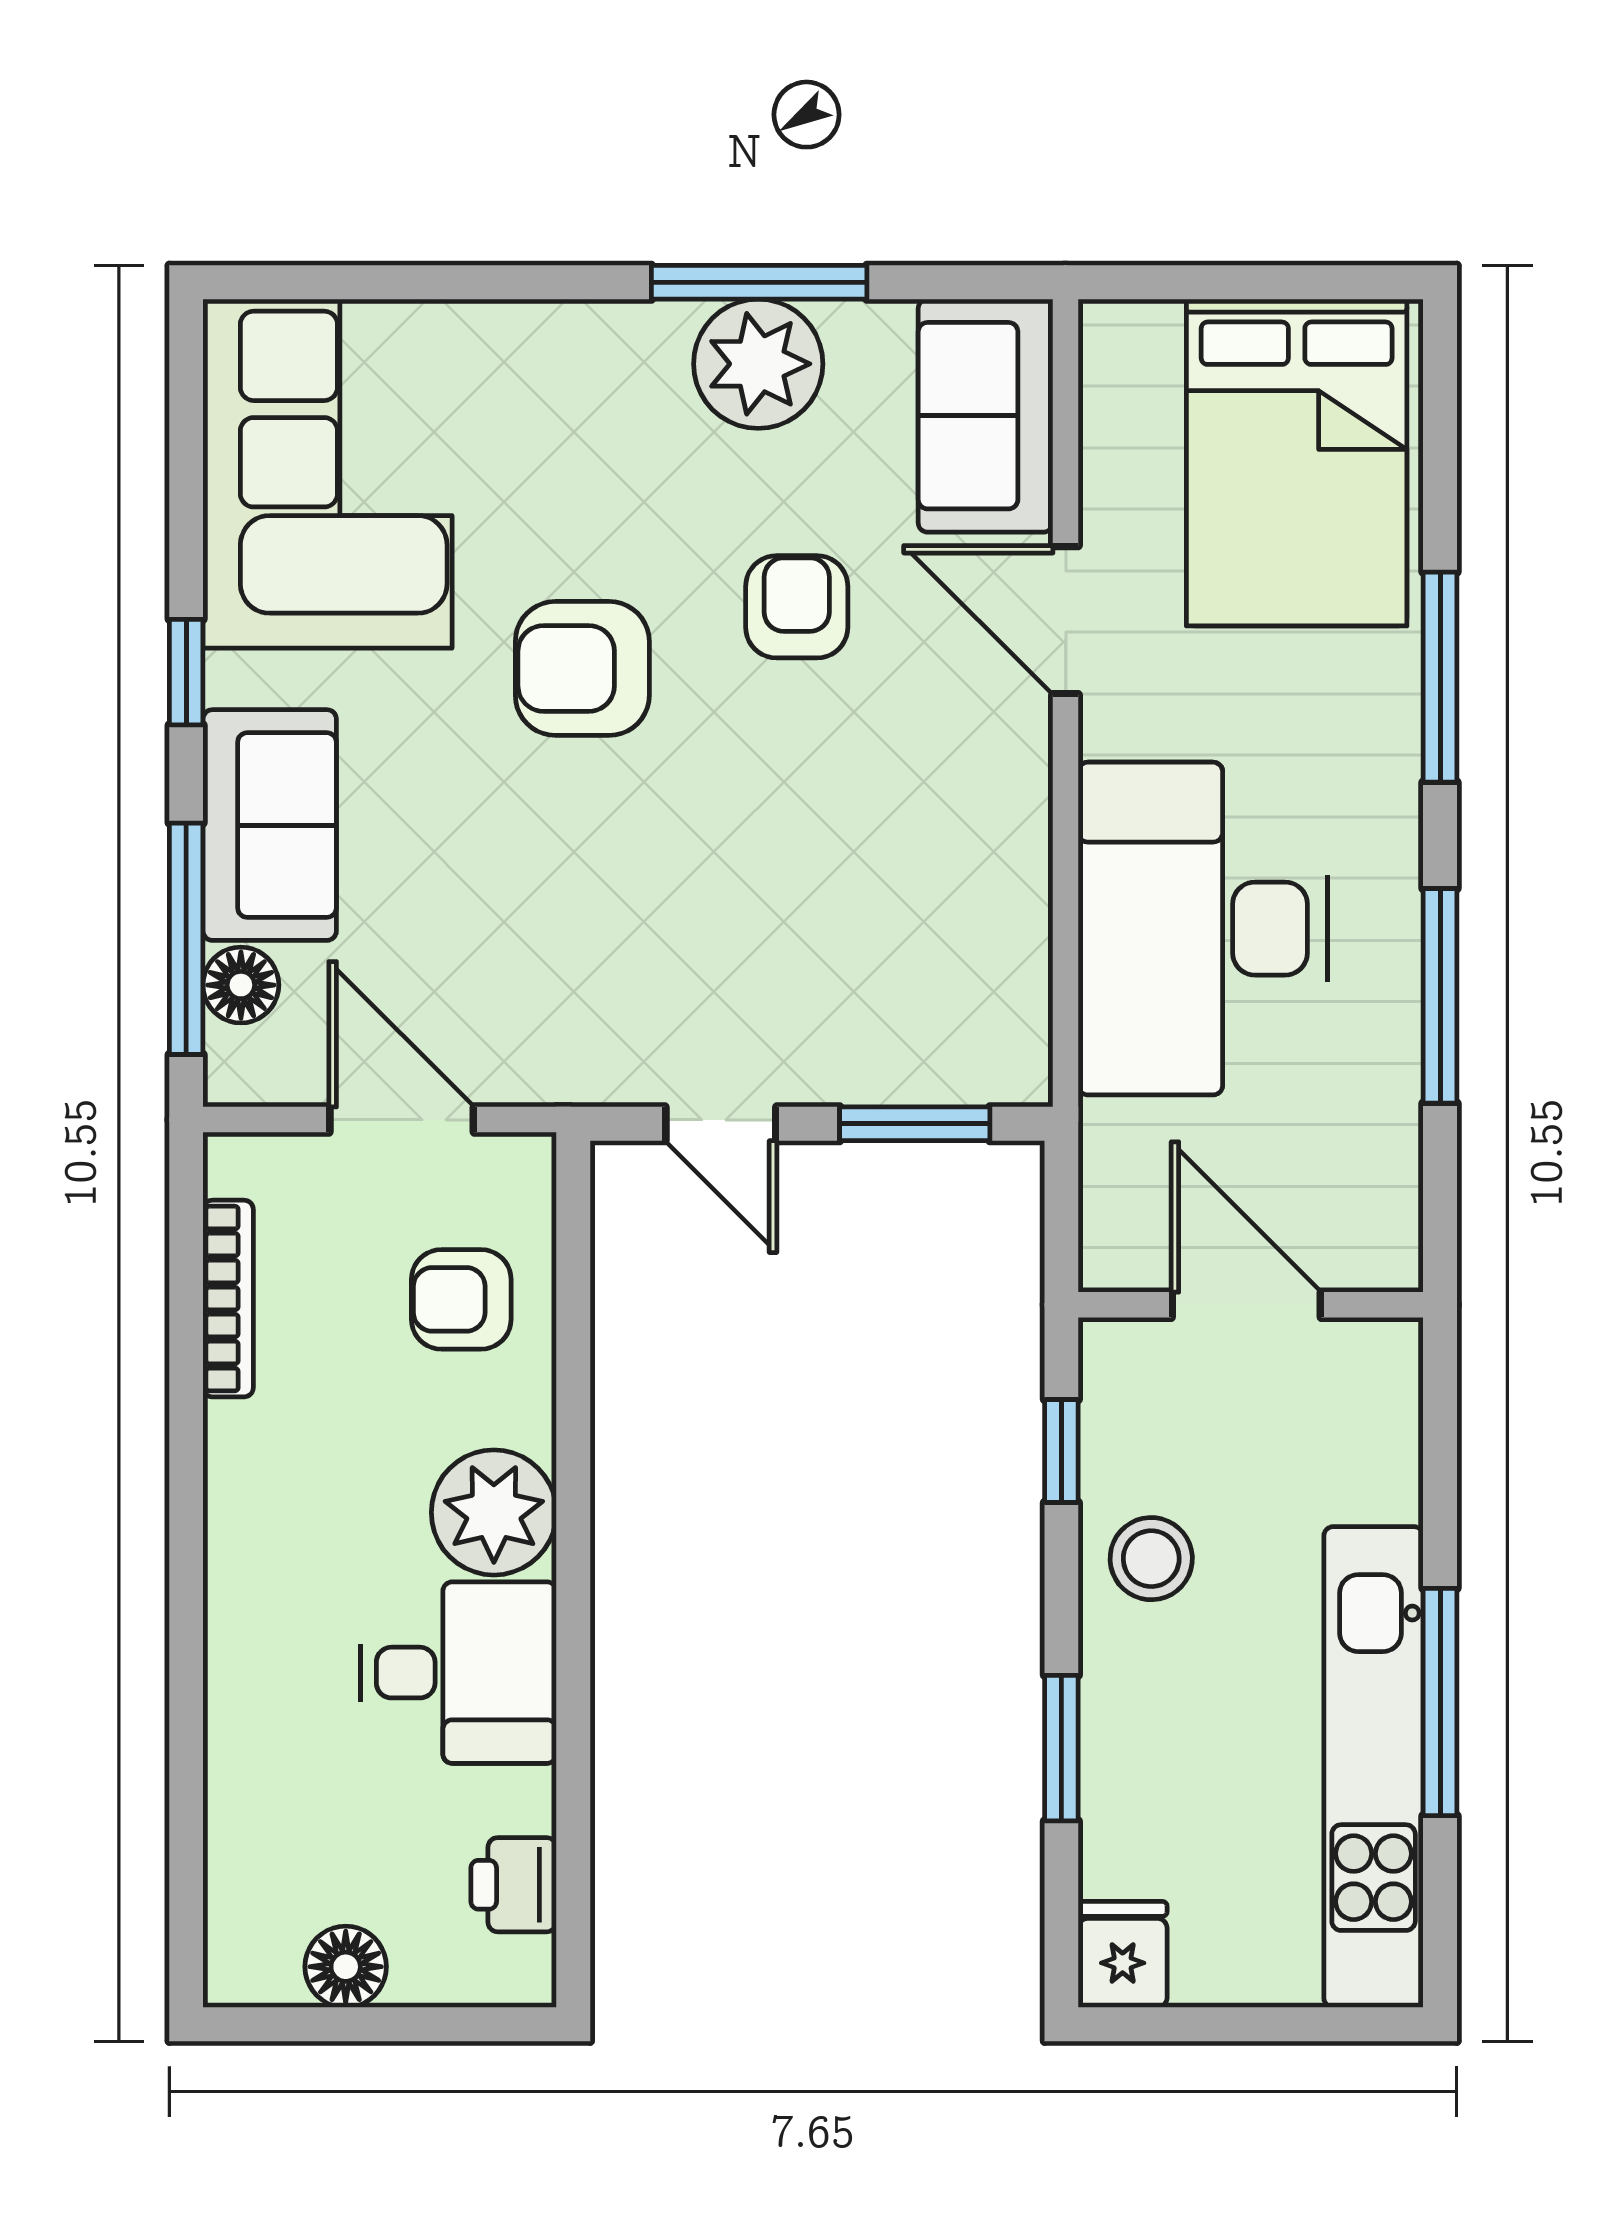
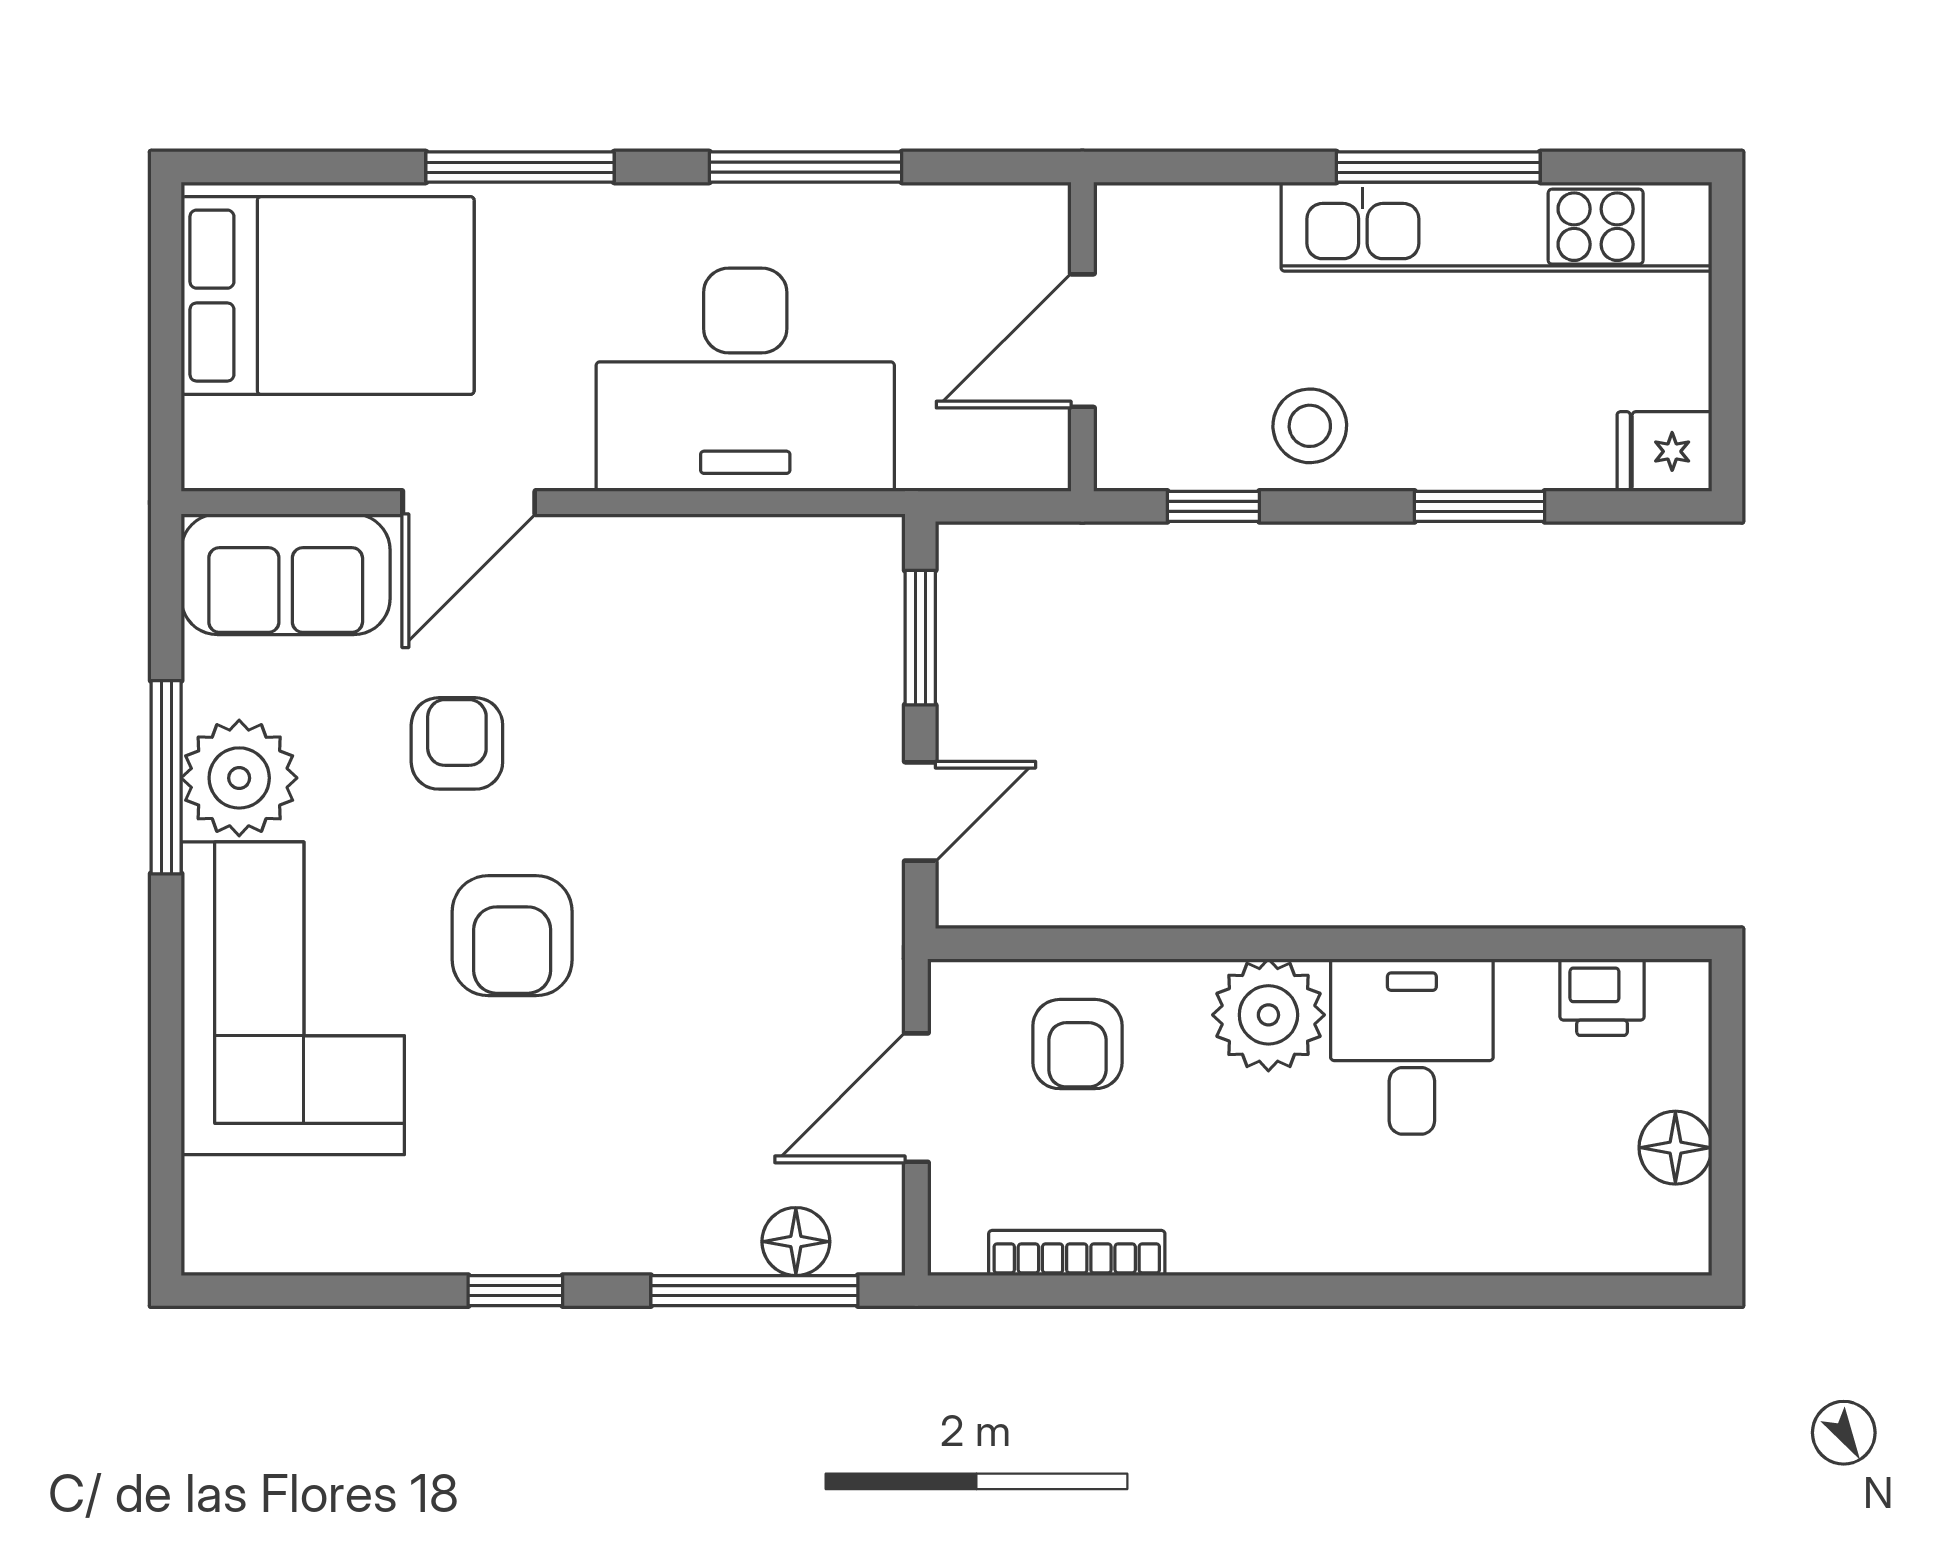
corner sofa: (327, 474) -> (293, 998), moved, turned 90
armchair: (797, 607) -> (457, 743), turned 90
sofa: (270, 825) -> (652, 1216), removed

